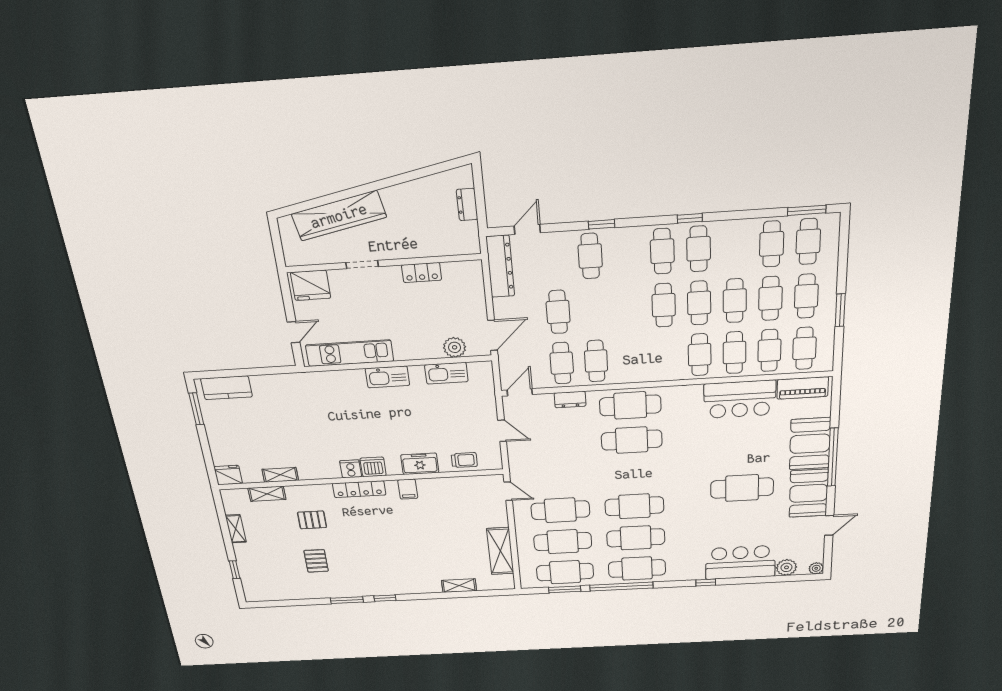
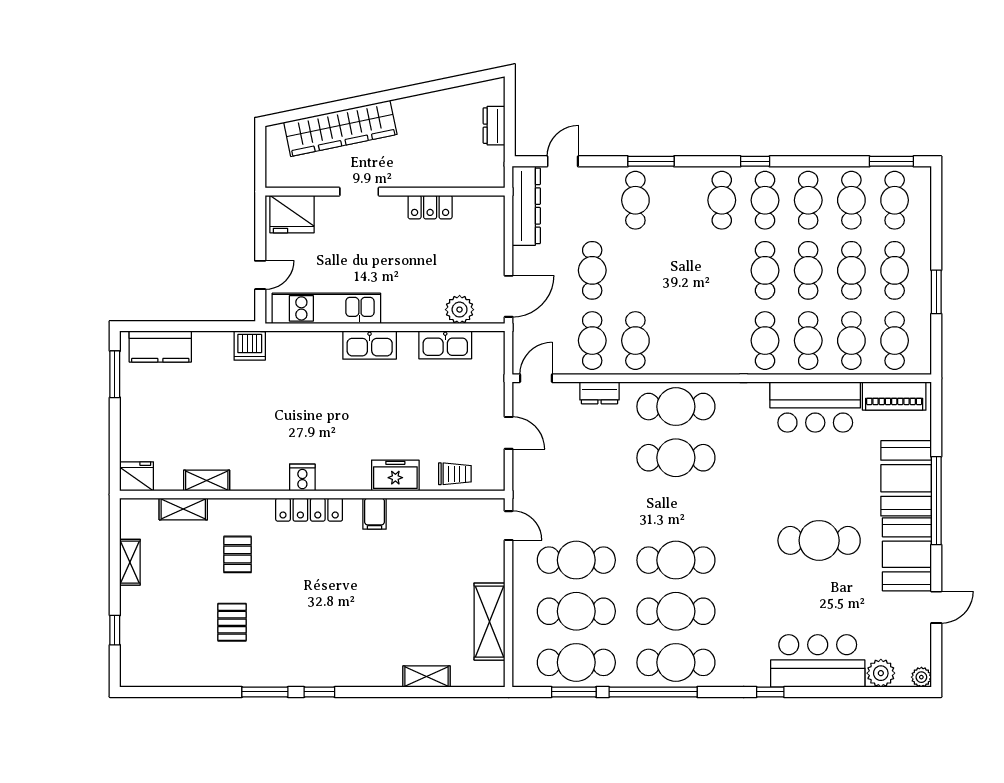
window: (602, 224) -> (651, 161), width x1.50
cafe table: (664, 305) -> (808, 200), moved
dishwasher: (373, 467) -> (250, 346), moved, turned 180
pallet: (312, 520) -> (237, 554), turned 90

